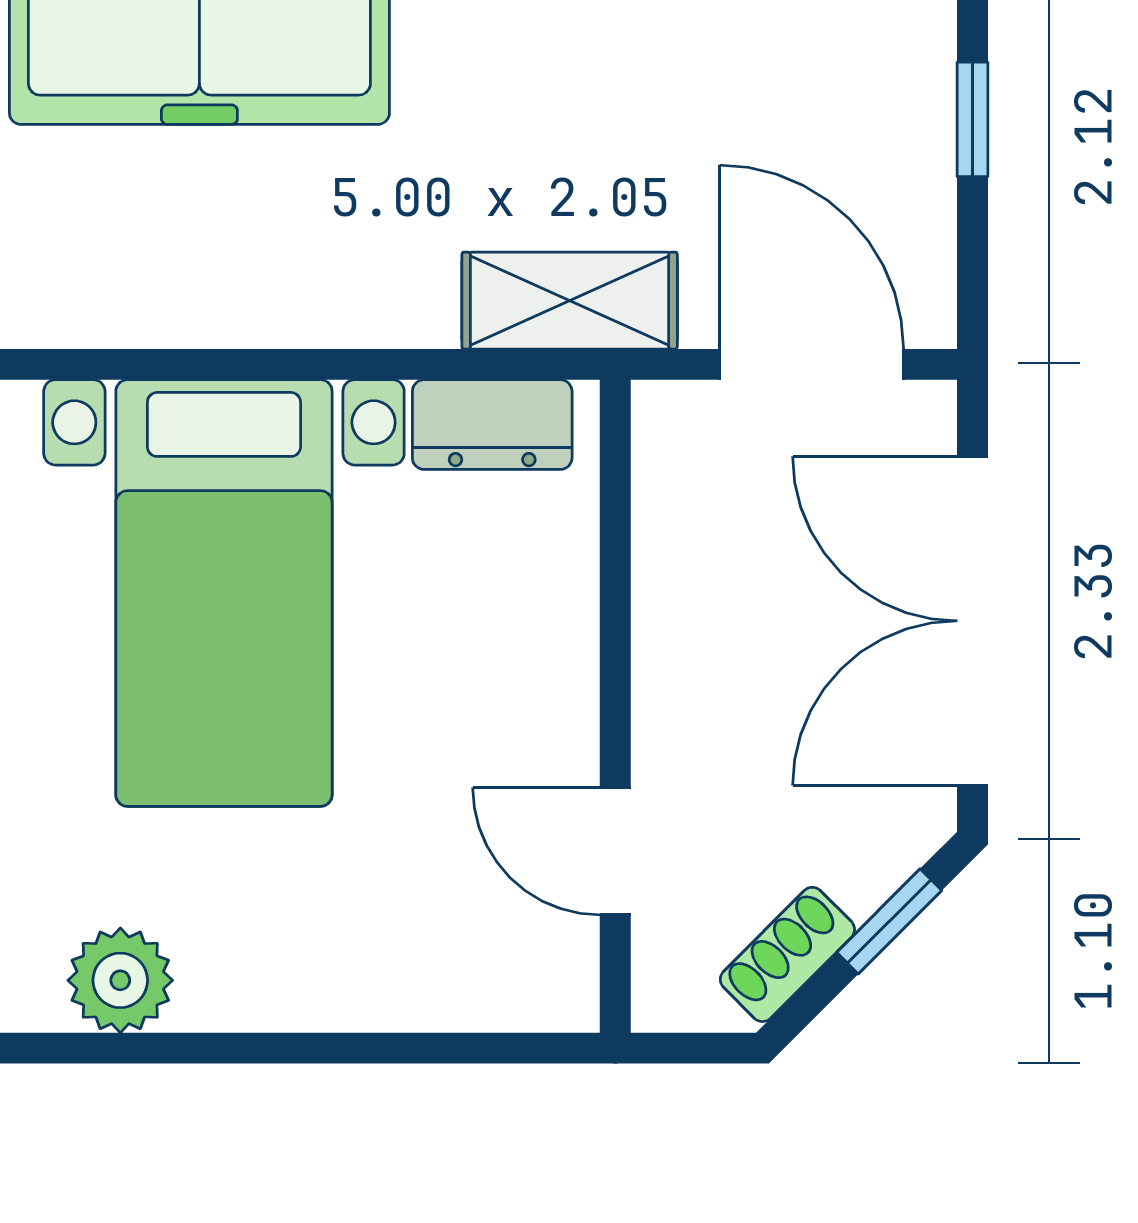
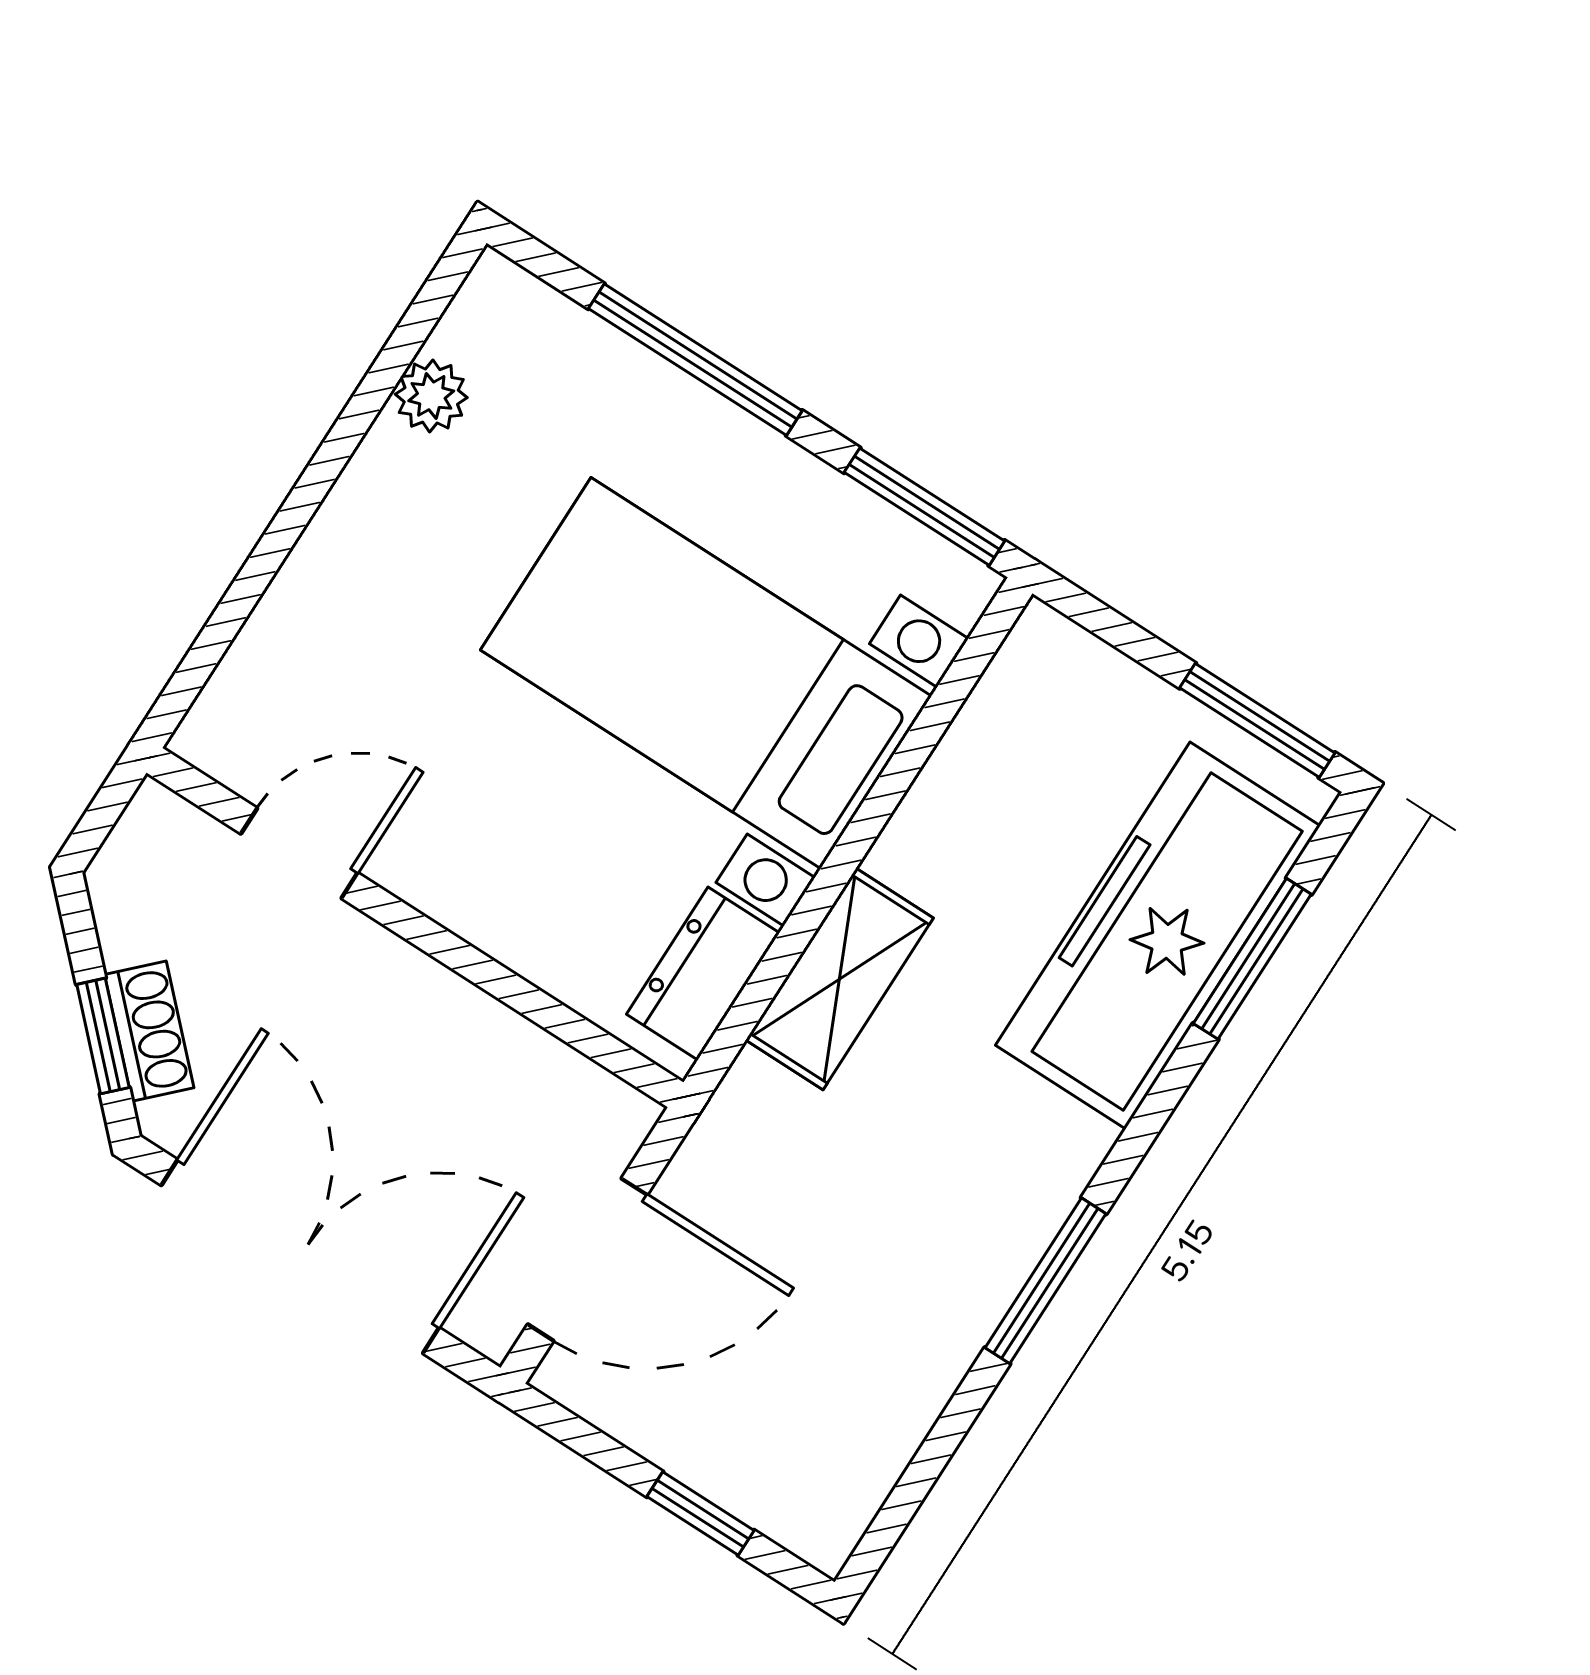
shelving: (570, 301) -> (839, 979), moved
shoe rack: (787, 954) -> (149, 1031), moved
plant: (120, 980) -> (431, 396), width x0.73, depth x0.73

